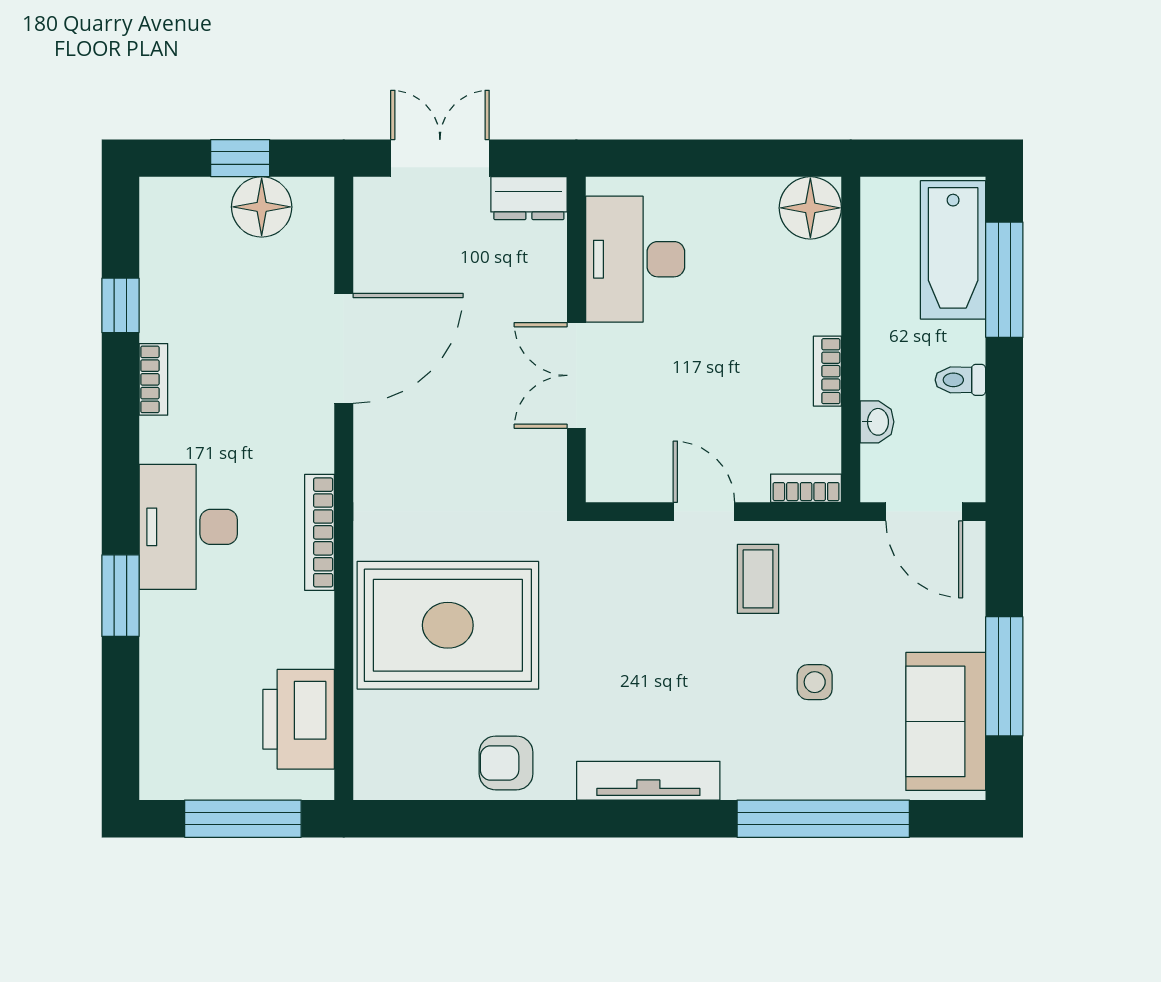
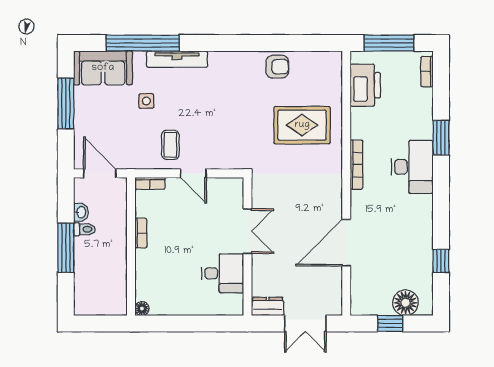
floor lamp: (262, 207) -> (406, 303), moved
floor lamp: (810, 208) -> (142, 309), width x0.53, depth x0.53
bathtub: (953, 250) -> (88, 284), removed
desk: (635, 259) -> (223, 273), width x0.73
window: (1004, 280) -> (66, 248), moved
bookcase: (153, 379) -> (427, 71), moved
washbasin: (877, 422) -> (81, 212), moved, turned 180
rug: (448, 625) -> (302, 125), width x0.73, depth x0.69
sofa: (946, 721) -> (103, 68), moved, turned 90
tv unit: (648, 781) -> (177, 59), moved

